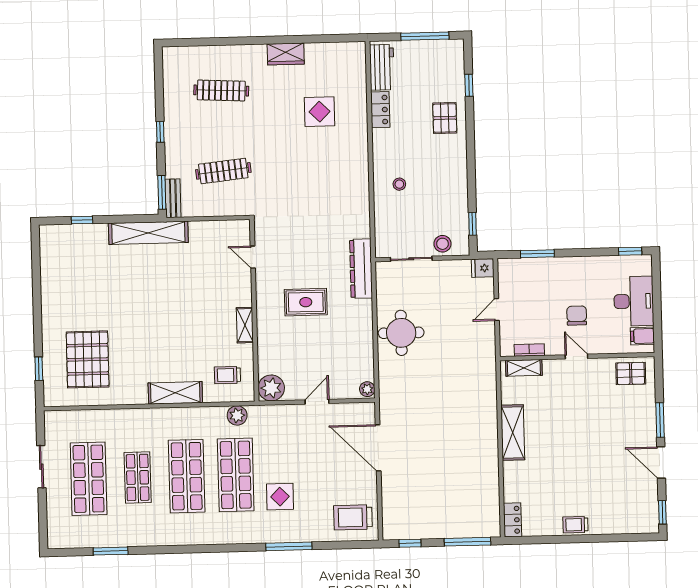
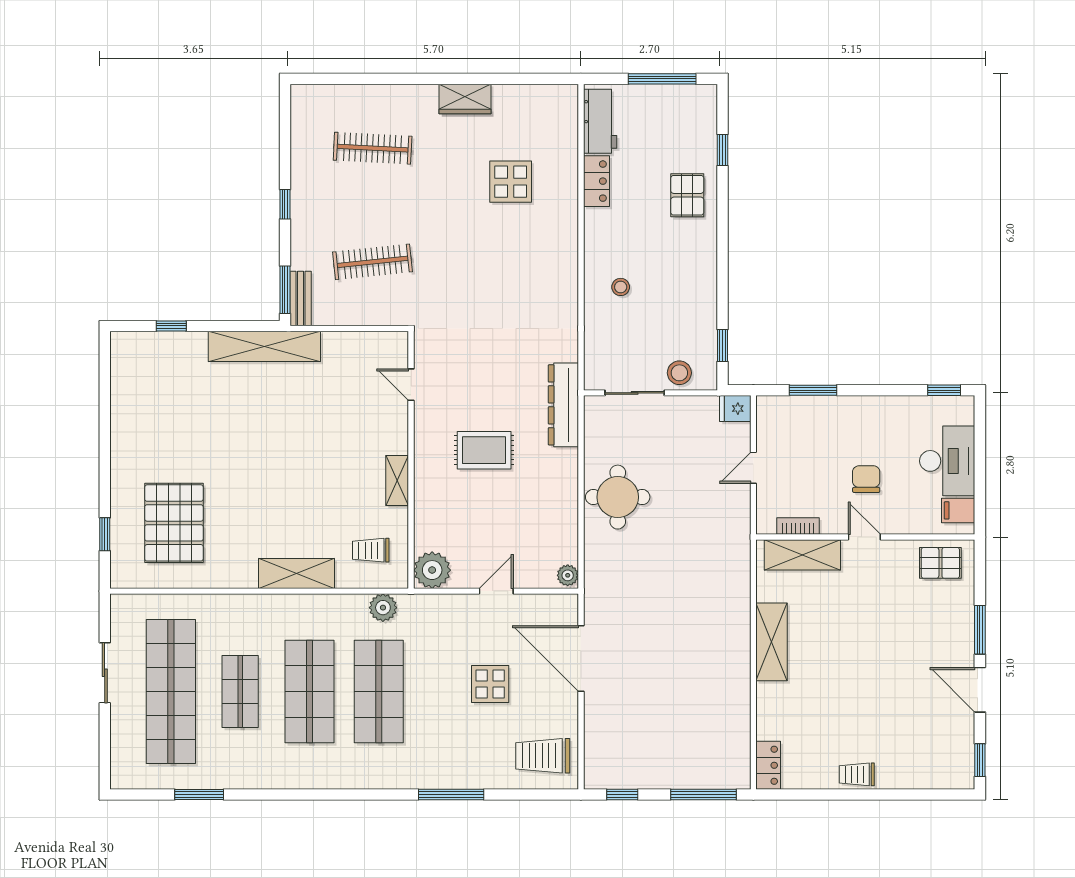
shelving: (524, 368) -> (802, 555), width x1.50, depth x1.33
shop shelf: (89, 479) -> (171, 691), width x1.40
display table: (280, 497) -> (490, 684), moved

